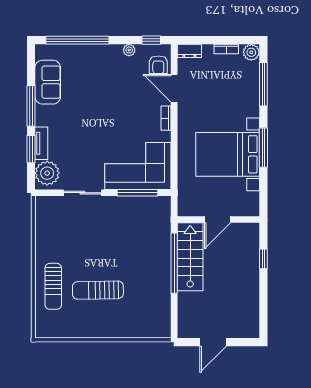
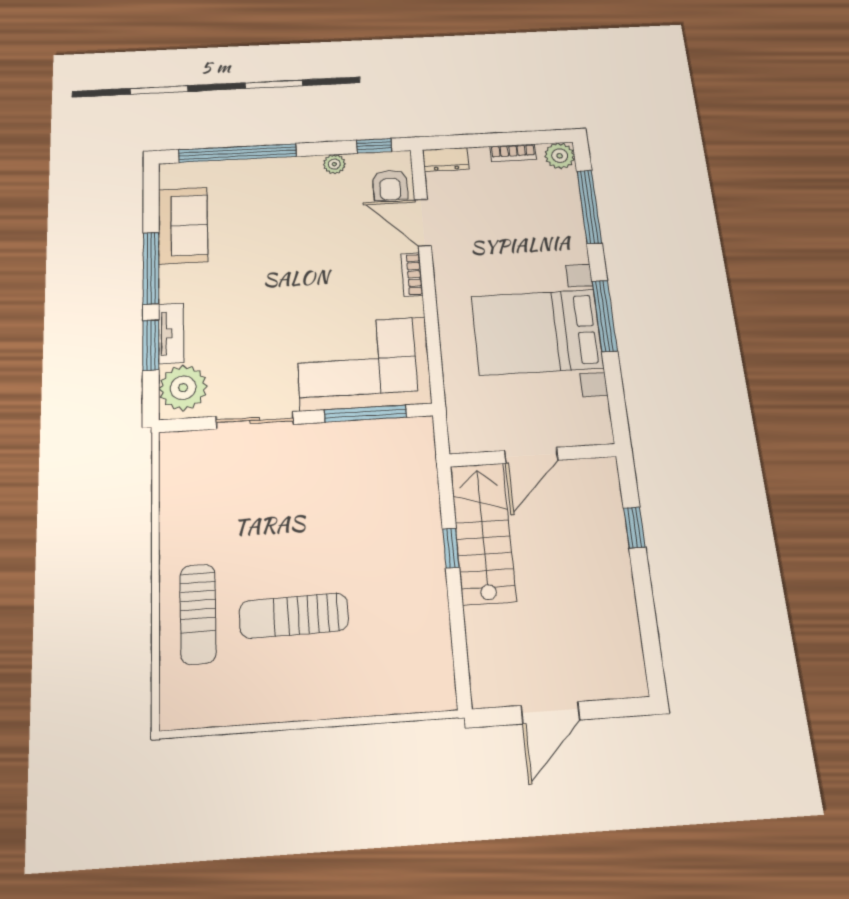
window: (174, 263) -> (451, 548), width x0.32

